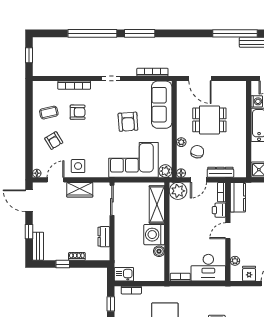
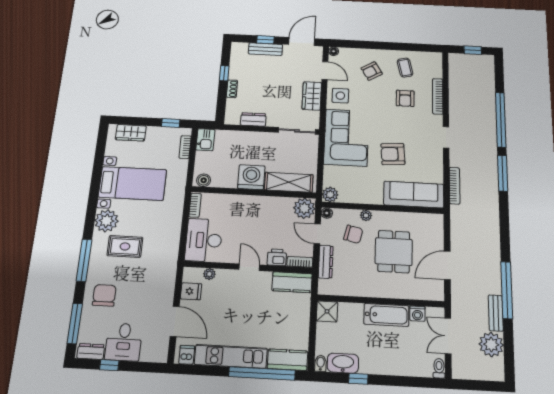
door: (200, 79) -> (447, 265), moved
corner sofa: (134, 160) -> (346, 138), moved
bench: (38, 246) -> (265, 49), moved
boiler: (159, 251) -> (204, 180), moved

